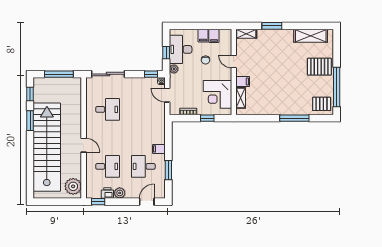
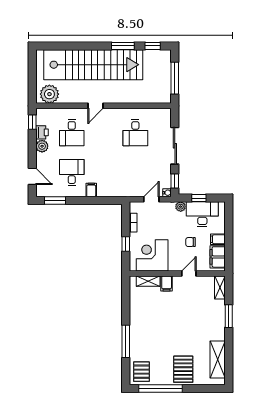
filing cabinet: (214, 36) -> (218, 257), width x2.00
sliding door: (108, 74) -> (175, 146), moved
window: (168, 170) -> (55, 200), moved

